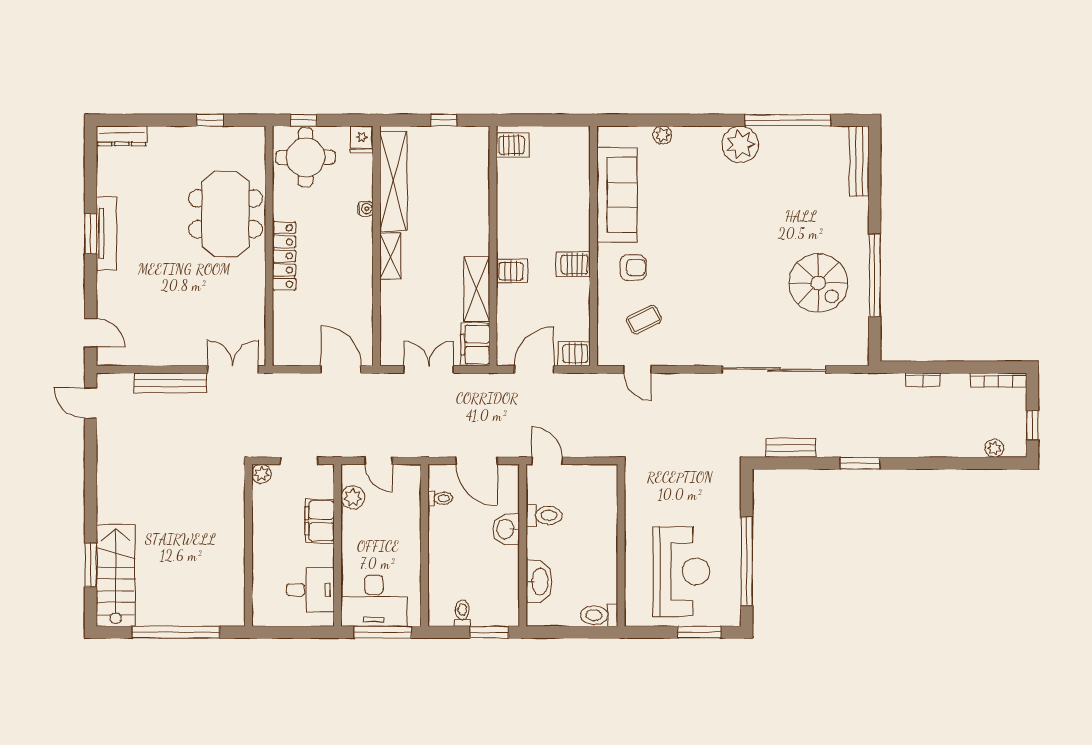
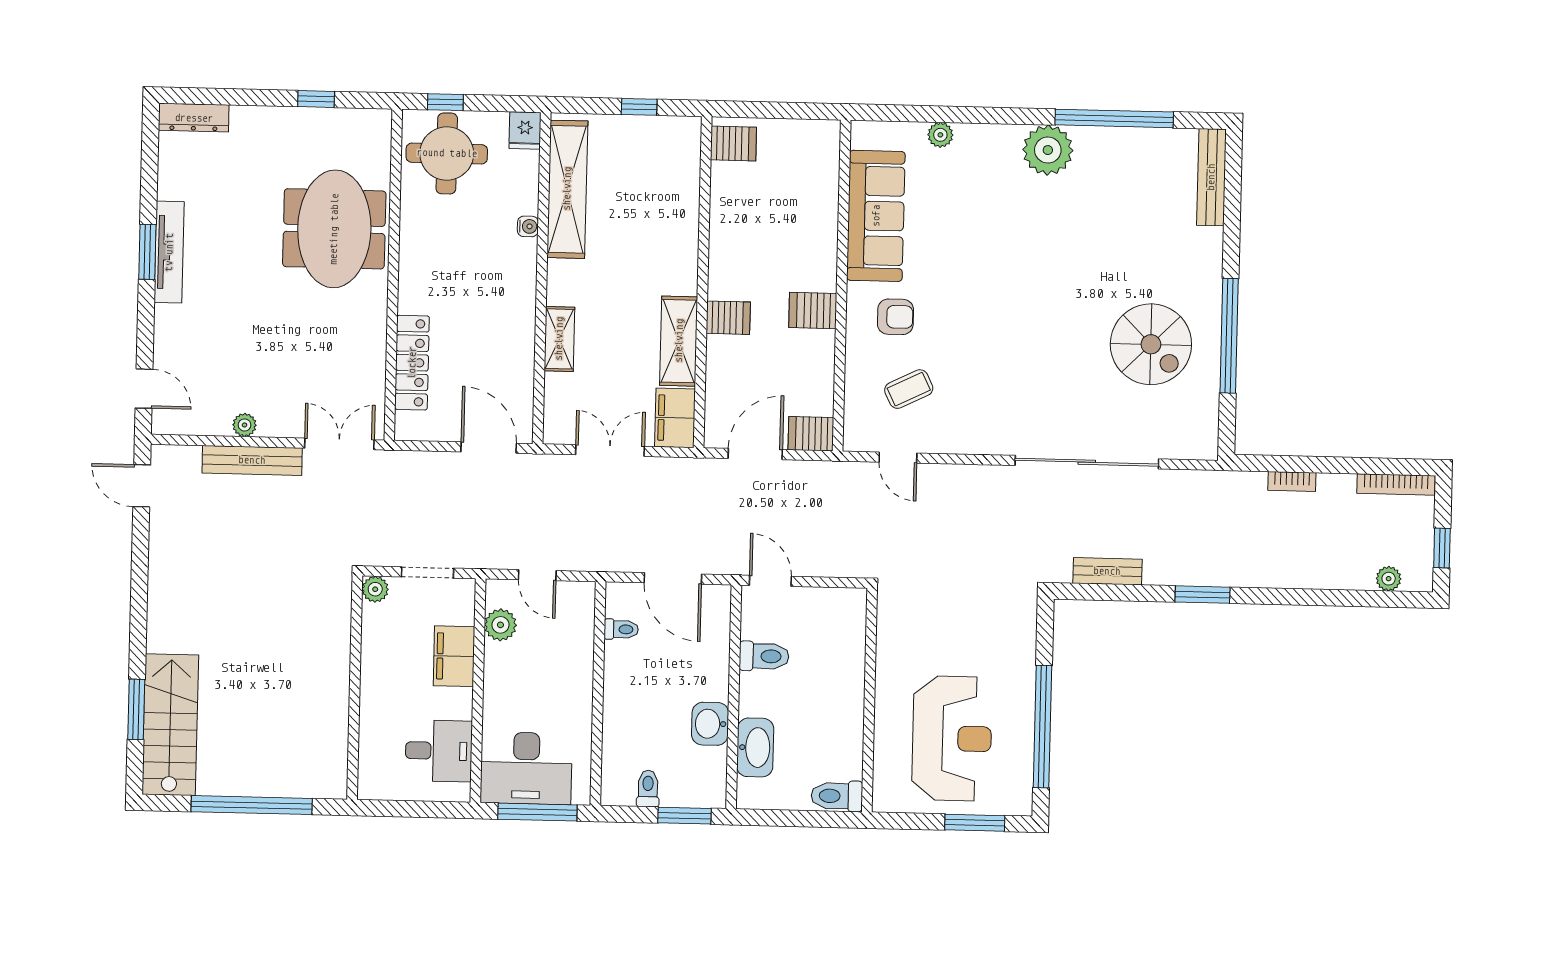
locker: (284, 256) -> (412, 363), moved
shelving: (390, 256) -> (559, 339), moved
plant: (164, 357) -> (245, 425), added
washbasin: (506, 529) -> (710, 724), moved

